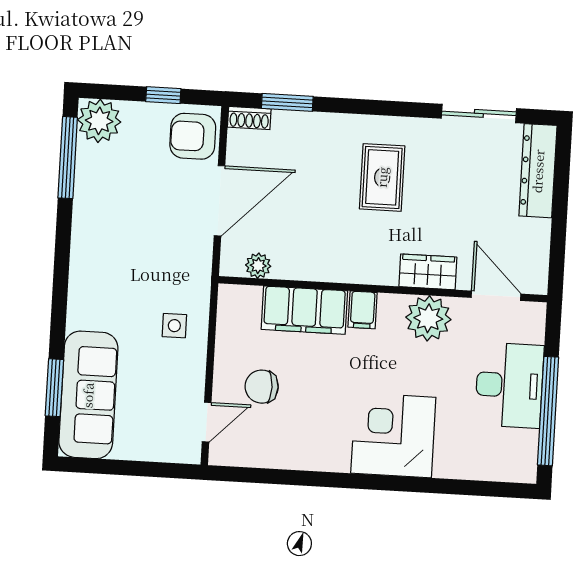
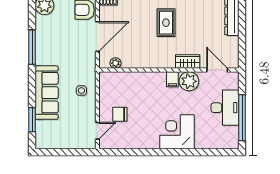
window: (68, 158) -> (32, 47), moved
filing cabinet: (304, 310) -> (136, 81), removed
filing cabinet: (363, 310) -> (172, 79), moved
sofa: (88, 395) -> (47, 93), moved

